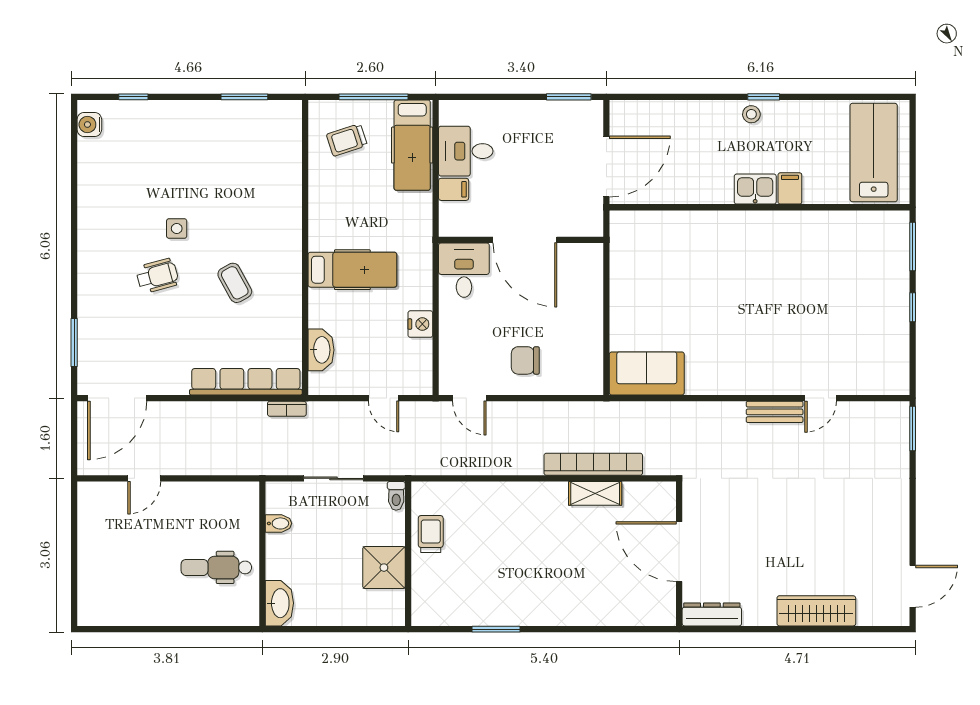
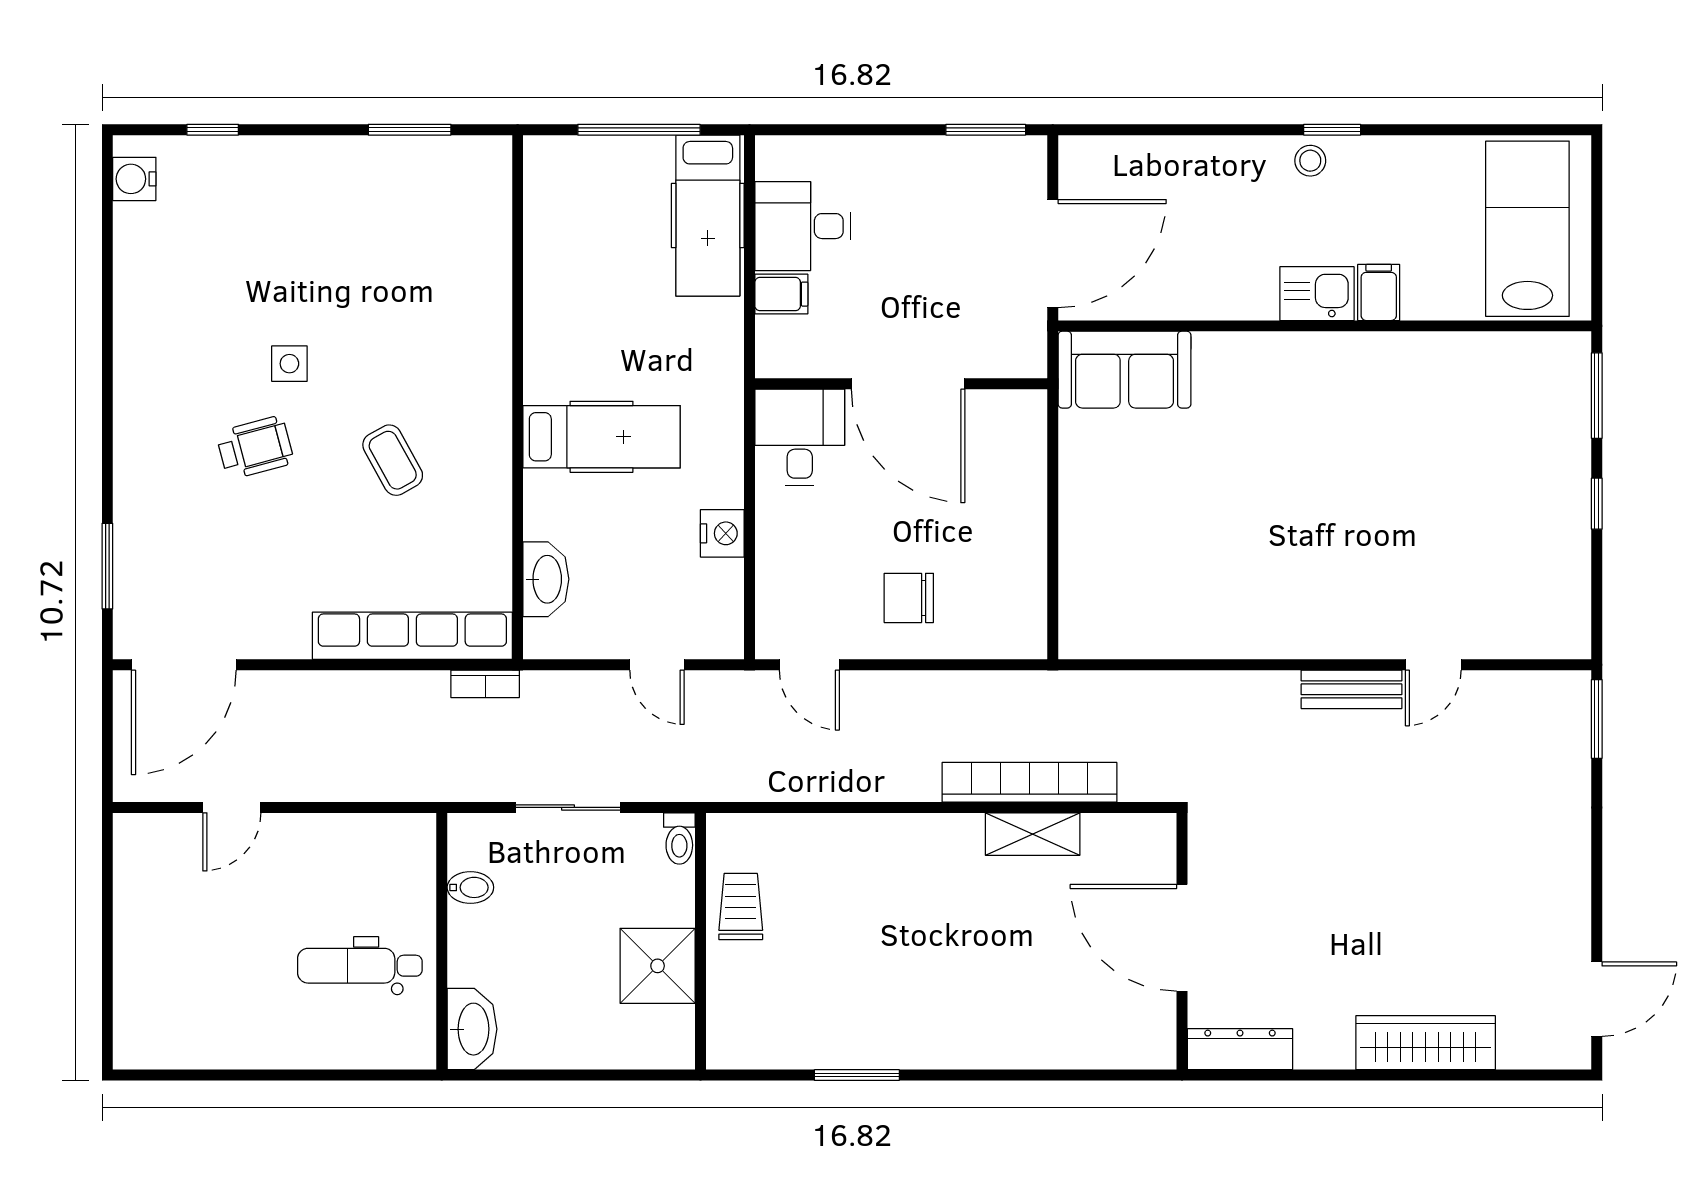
trolley: (347, 140) -> (592, 206), removed
sofa: (647, 373) -> (1124, 370), moved, turned 180

